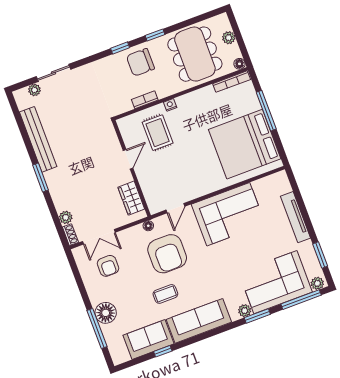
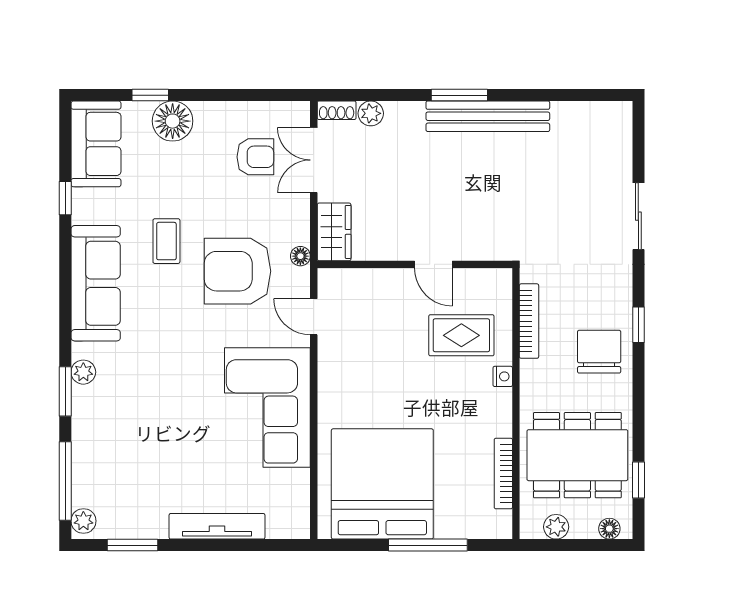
window: (155, 35) -> (638, 480), moved
plant: (229, 38) -> (556, 527), moved
floor lamp: (239, 64) -> (609, 529), moved
sliding door: (53, 73) -> (638, 216), moved
bookcase: (232, 82) -> (503, 474), moved
plant: (34, 90) -> (621, 143), removed
bookcase: (145, 100) -> (529, 321), width x1.56
bench: (38, 139) -> (488, 116), moved
wardrobe: (131, 198) -> (334, 232), moved, turned 90
armchair: (108, 266) -> (255, 157), turned 180
corner sofa: (275, 282) -> (114, 446), removed
window: (97, 329) -> (150, 95), width x0.46
sofa: (148, 339) -> (96, 144), moved

